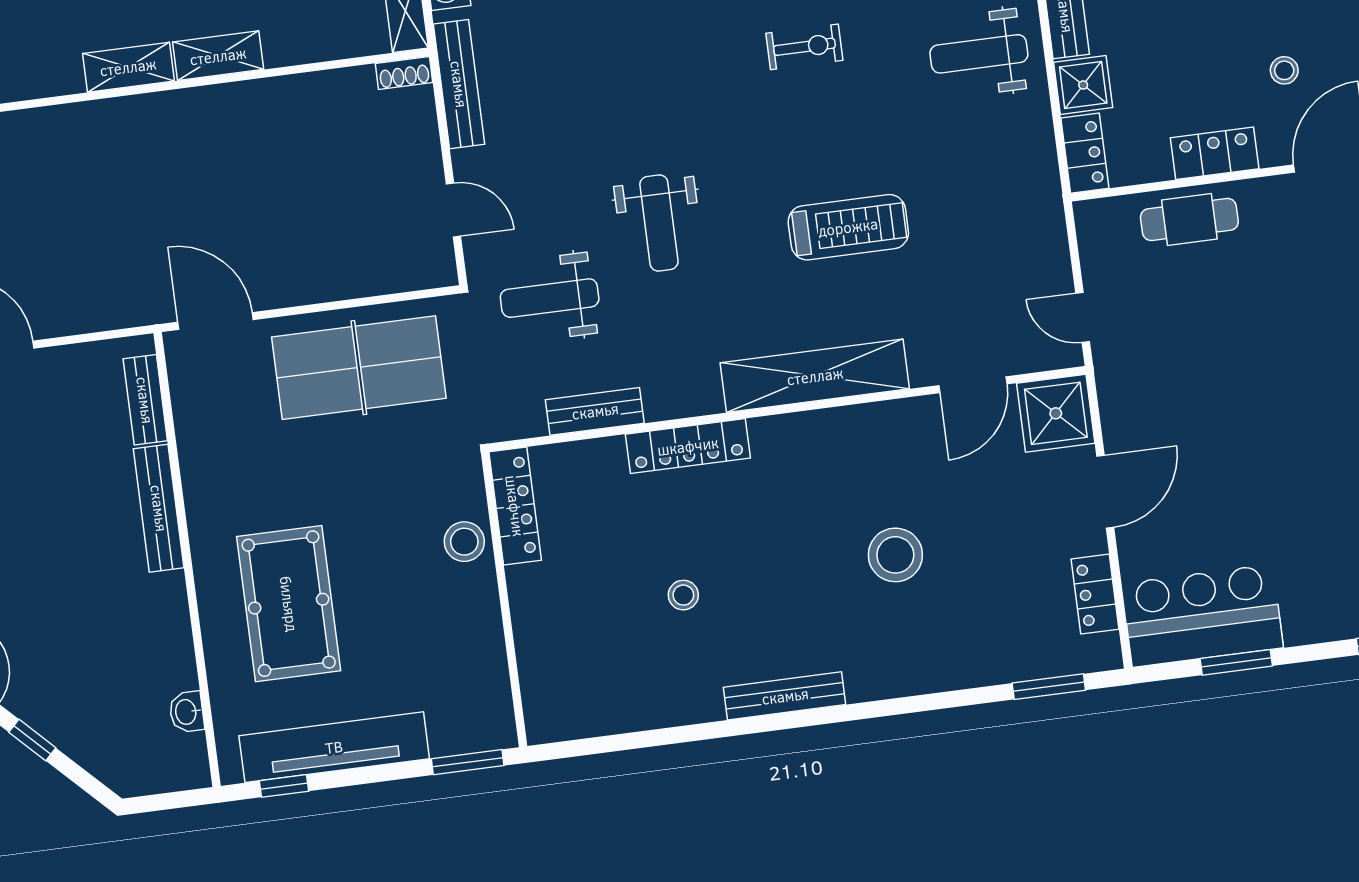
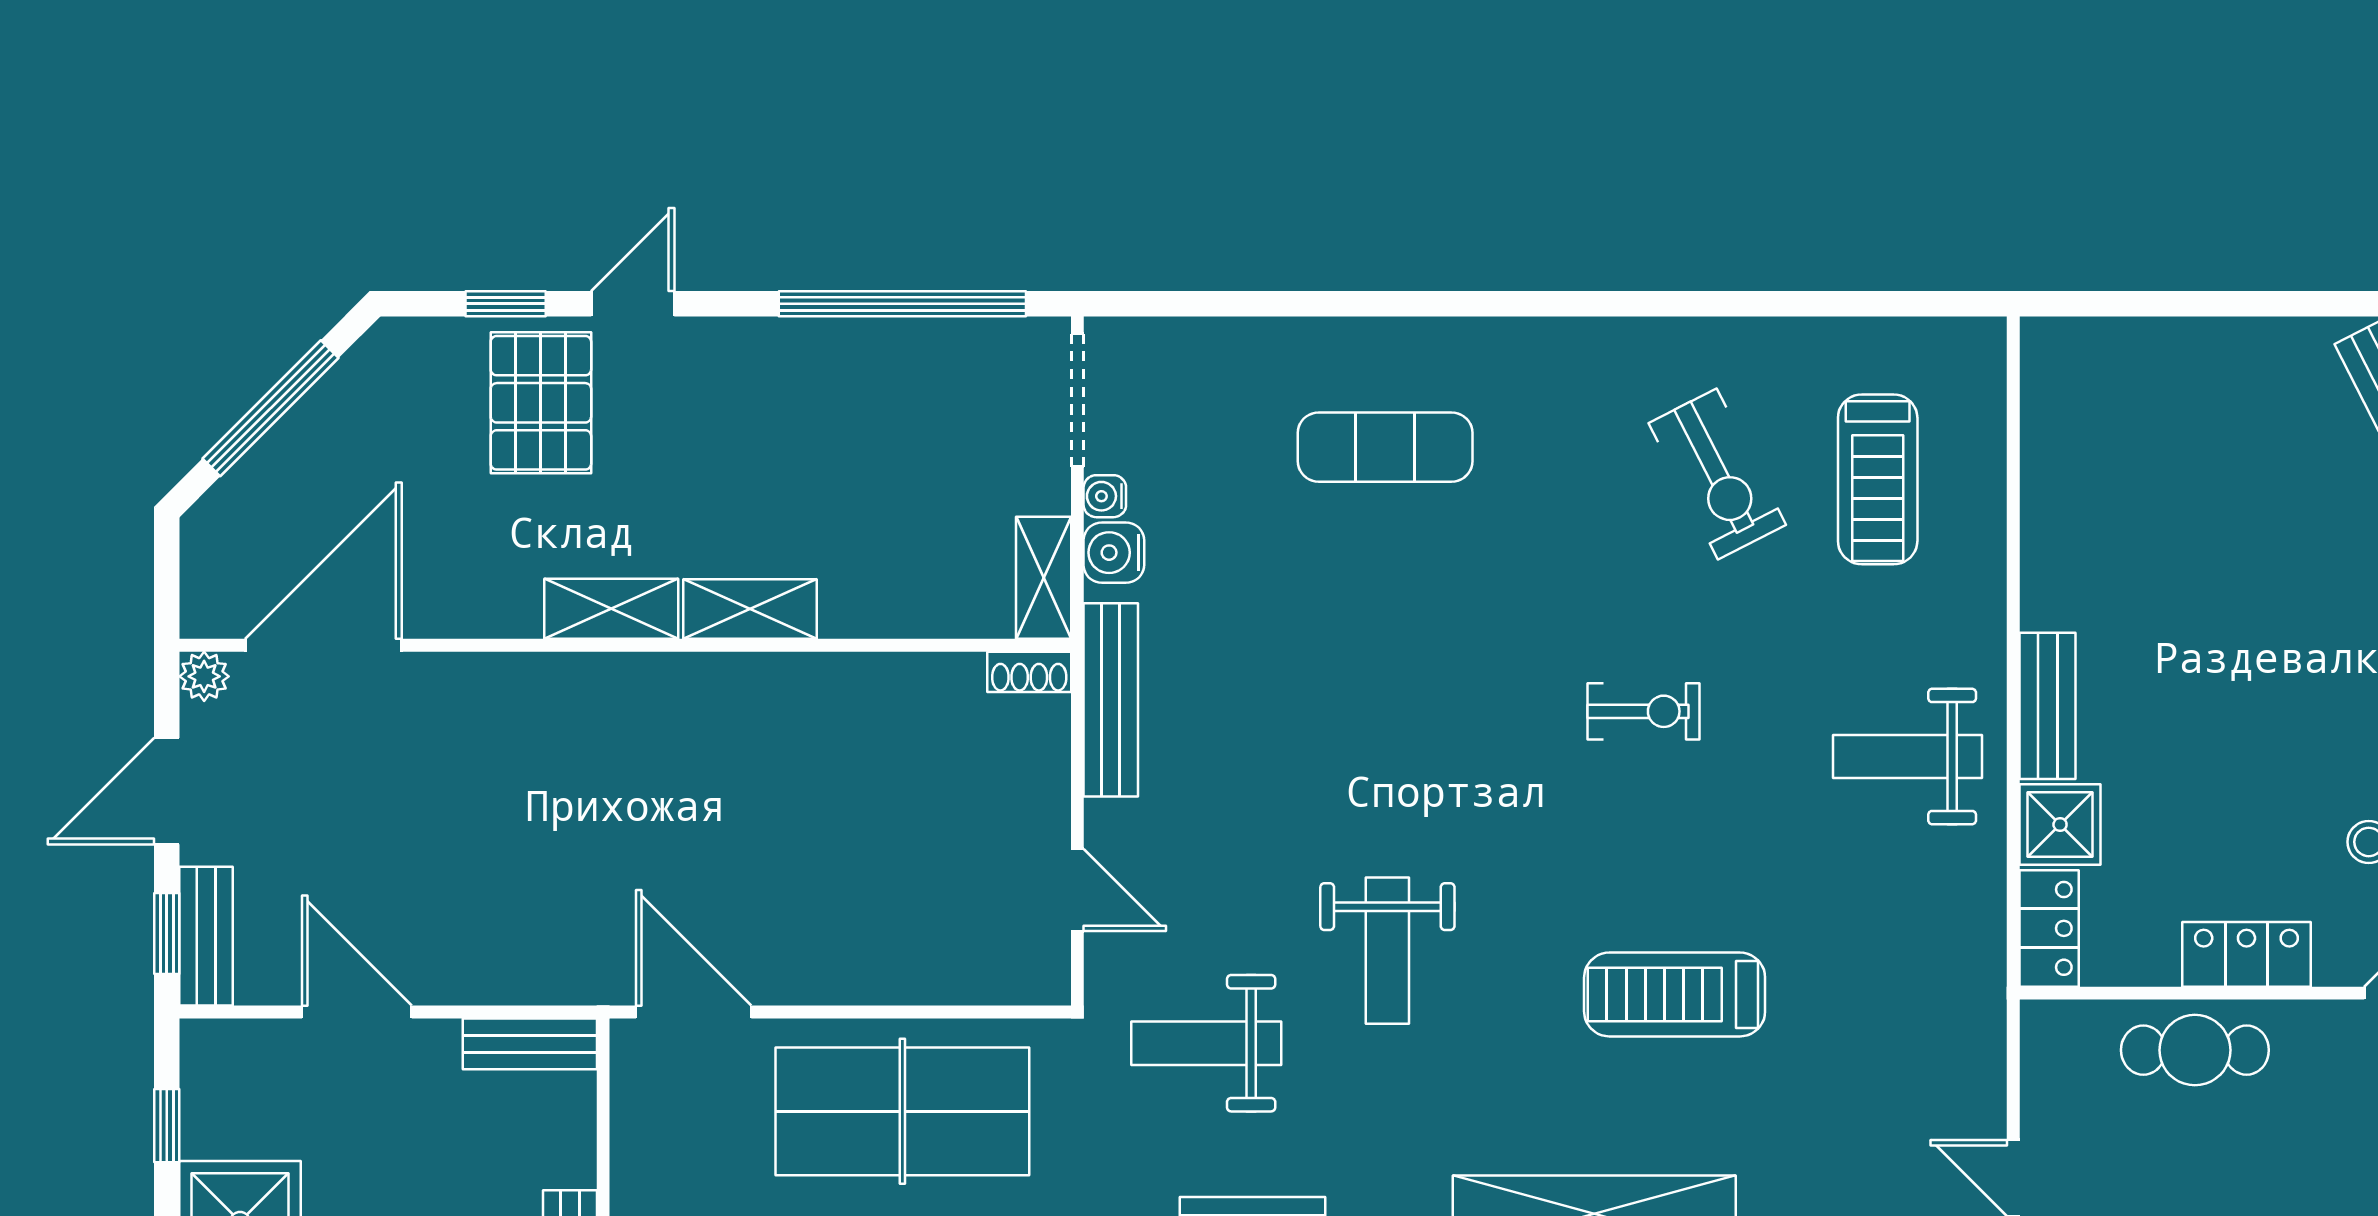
treadmill: (848, 227) -> (1675, 994), turned 180
bench: (145, 400) -> (530, 1044), moved, turned 90

